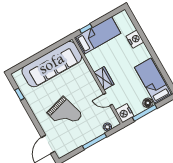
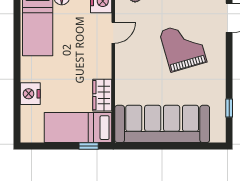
wardrobe: (104, 78) -> (102, 95), moved
door: (108, 99) -> (113, 33), hinge flipped

